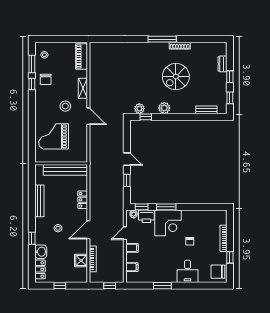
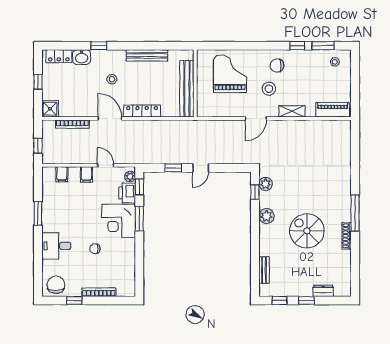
chair: (46, 79) -> (277, 65), moved
locker: (83, 200) -> (142, 111), width x1.53
shower: (81, 261) -> (50, 109), moved

